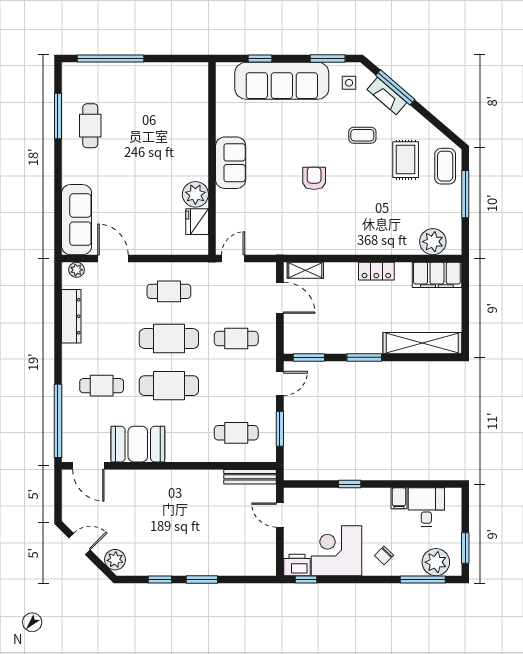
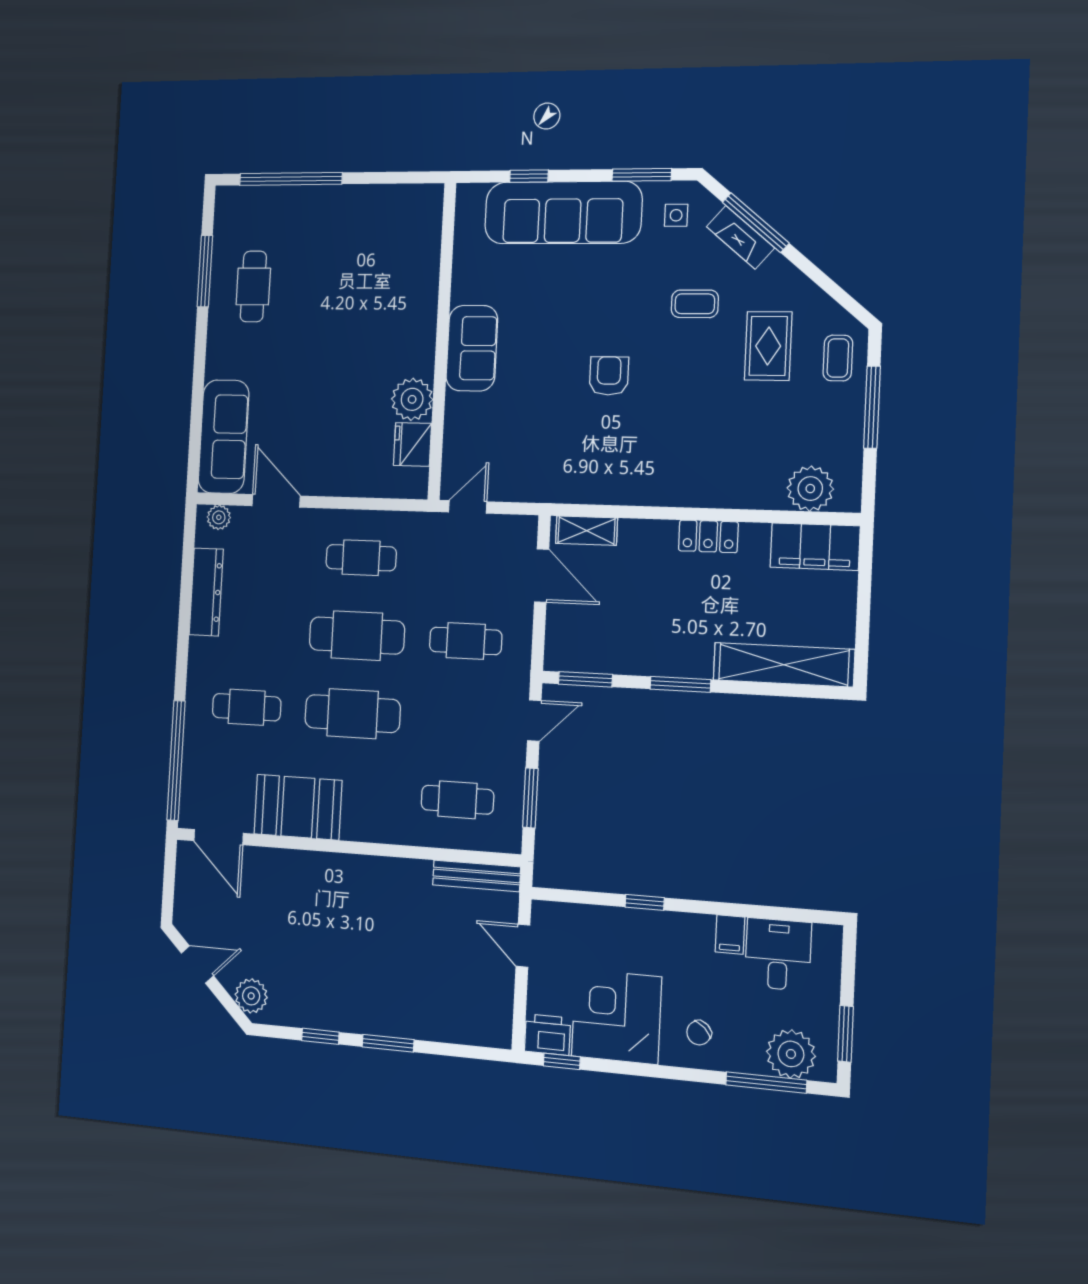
coffee table: (445, 166) -> (838, 358), width x0.73, depth x0.77

